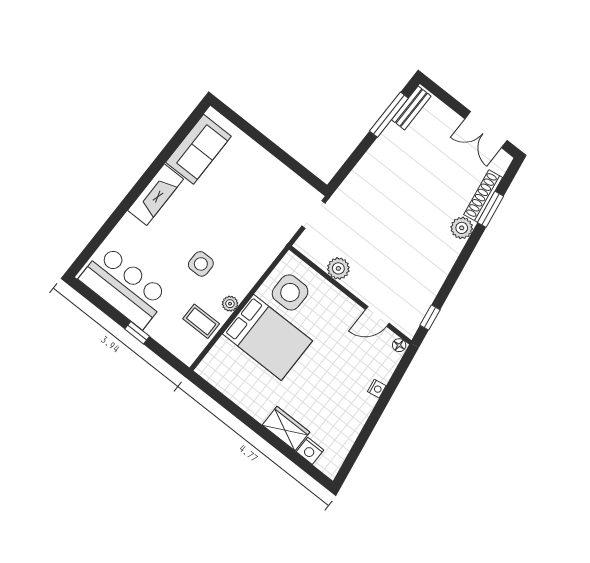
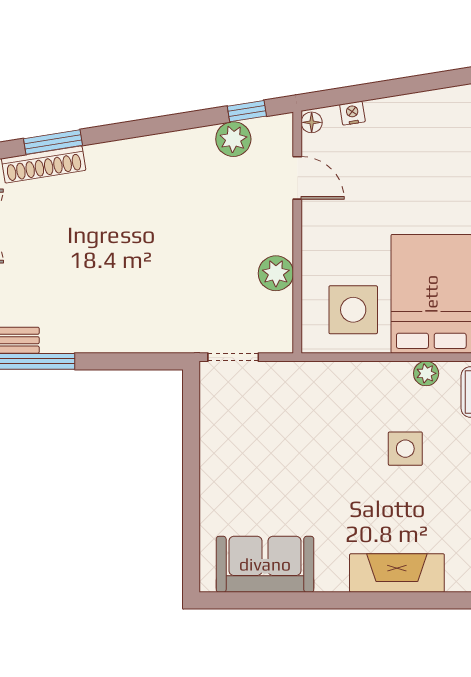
fireplace: (156, 195) -> (397, 573), moved
plant: (462, 228) -> (233, 139), moved
nightstand: (377, 389) -> (352, 113), moved

